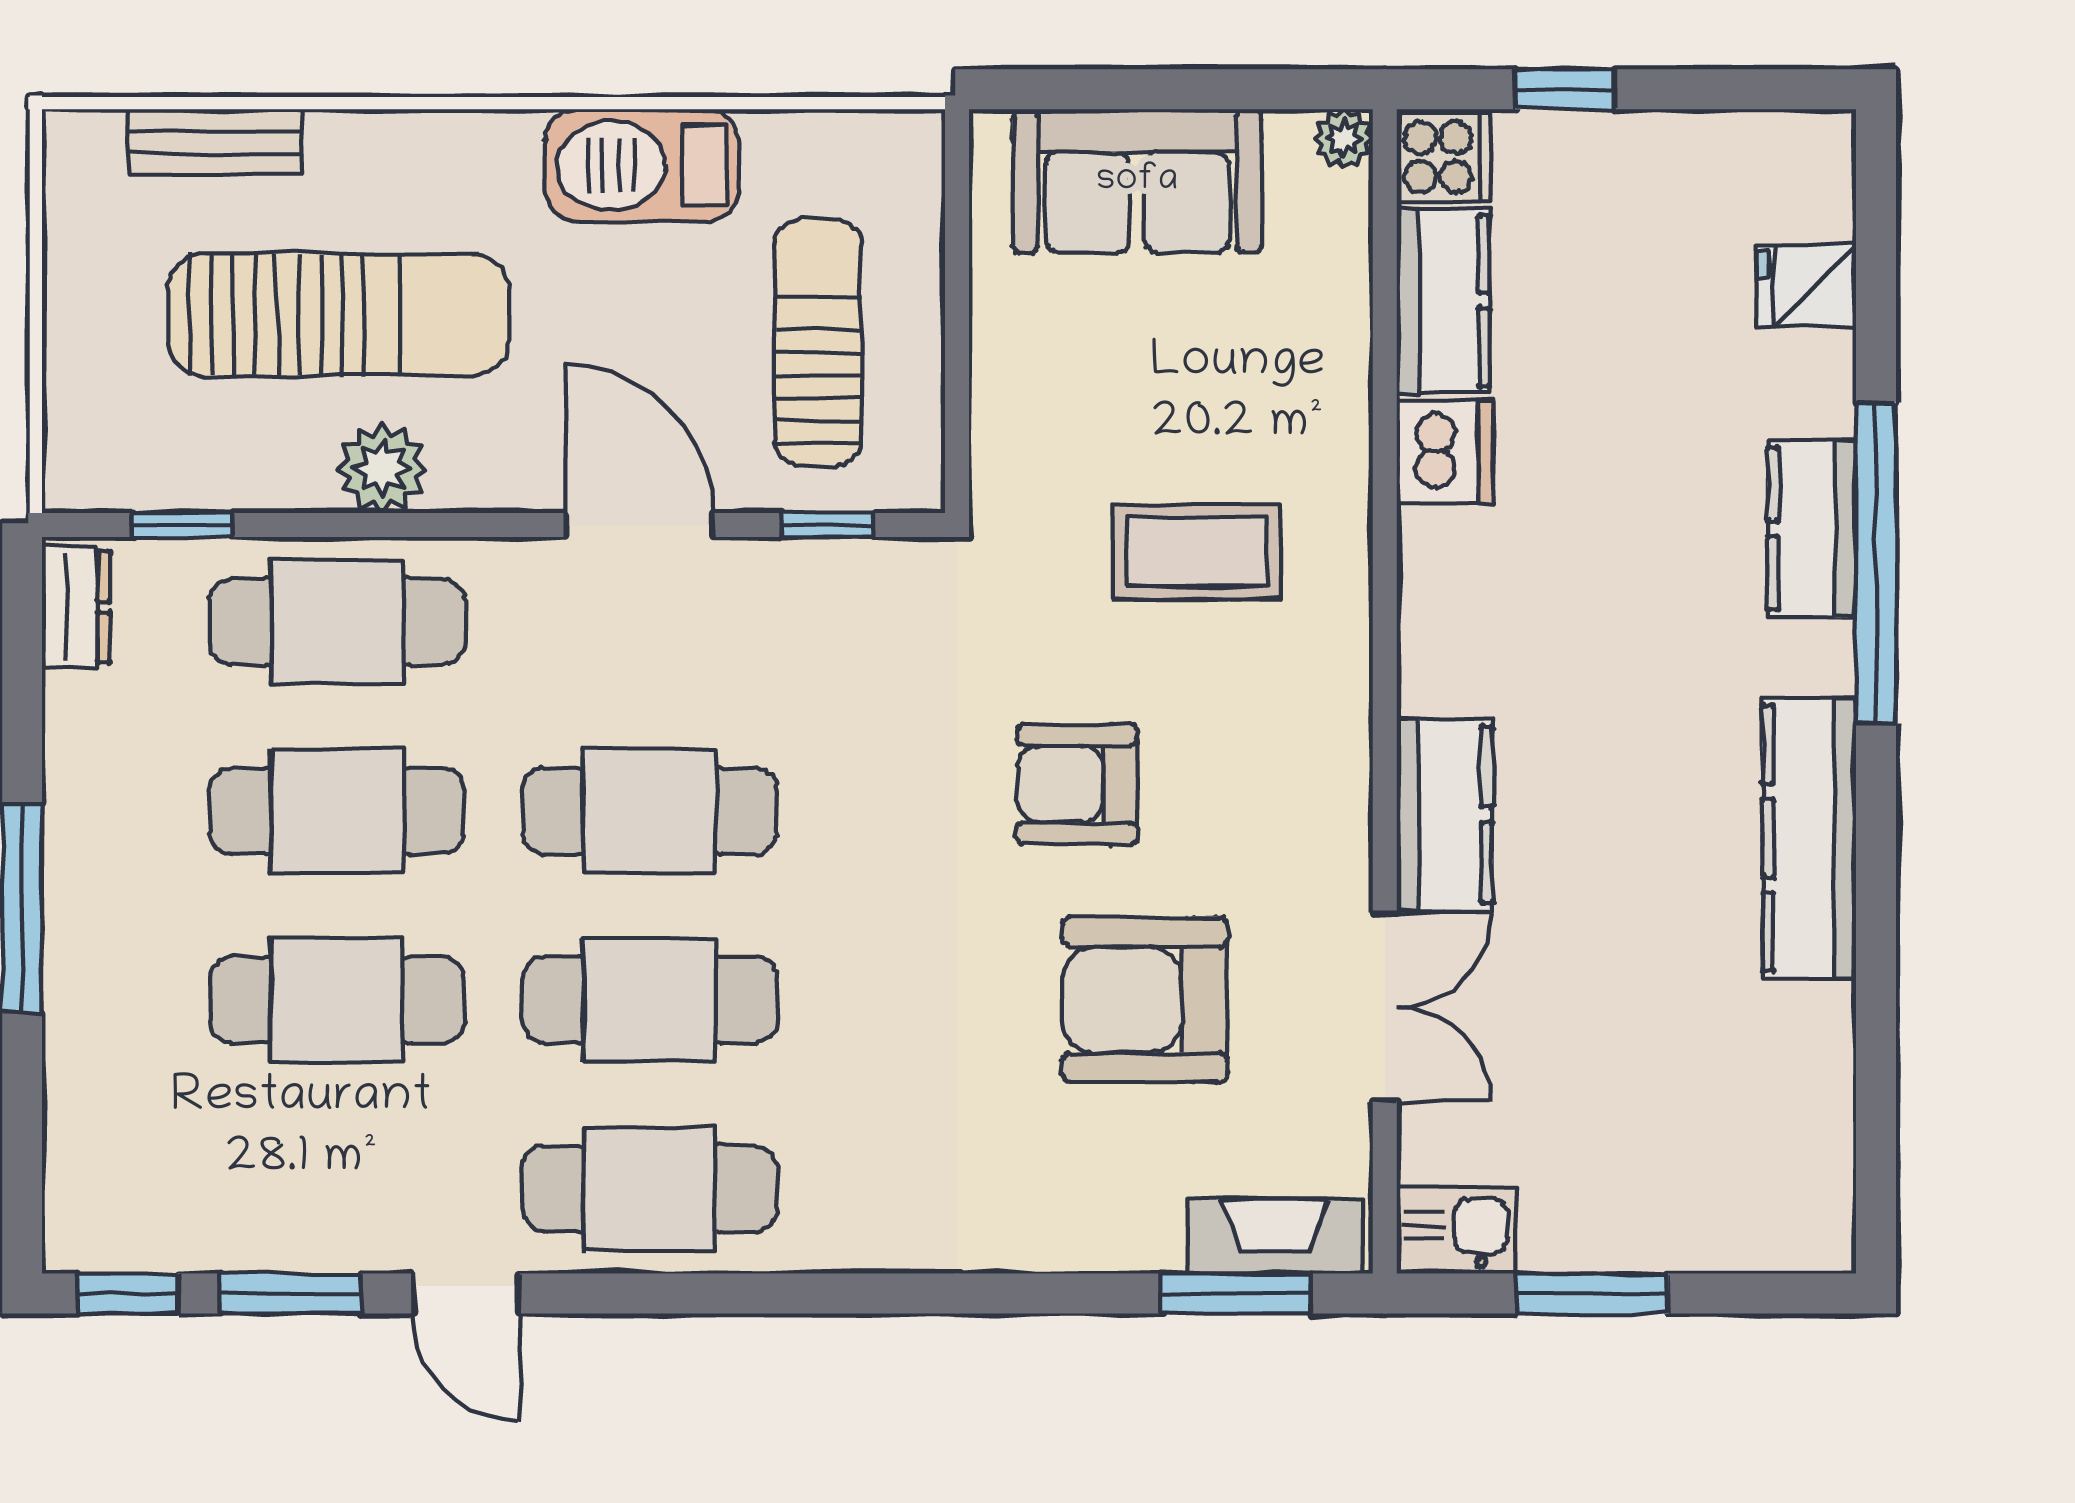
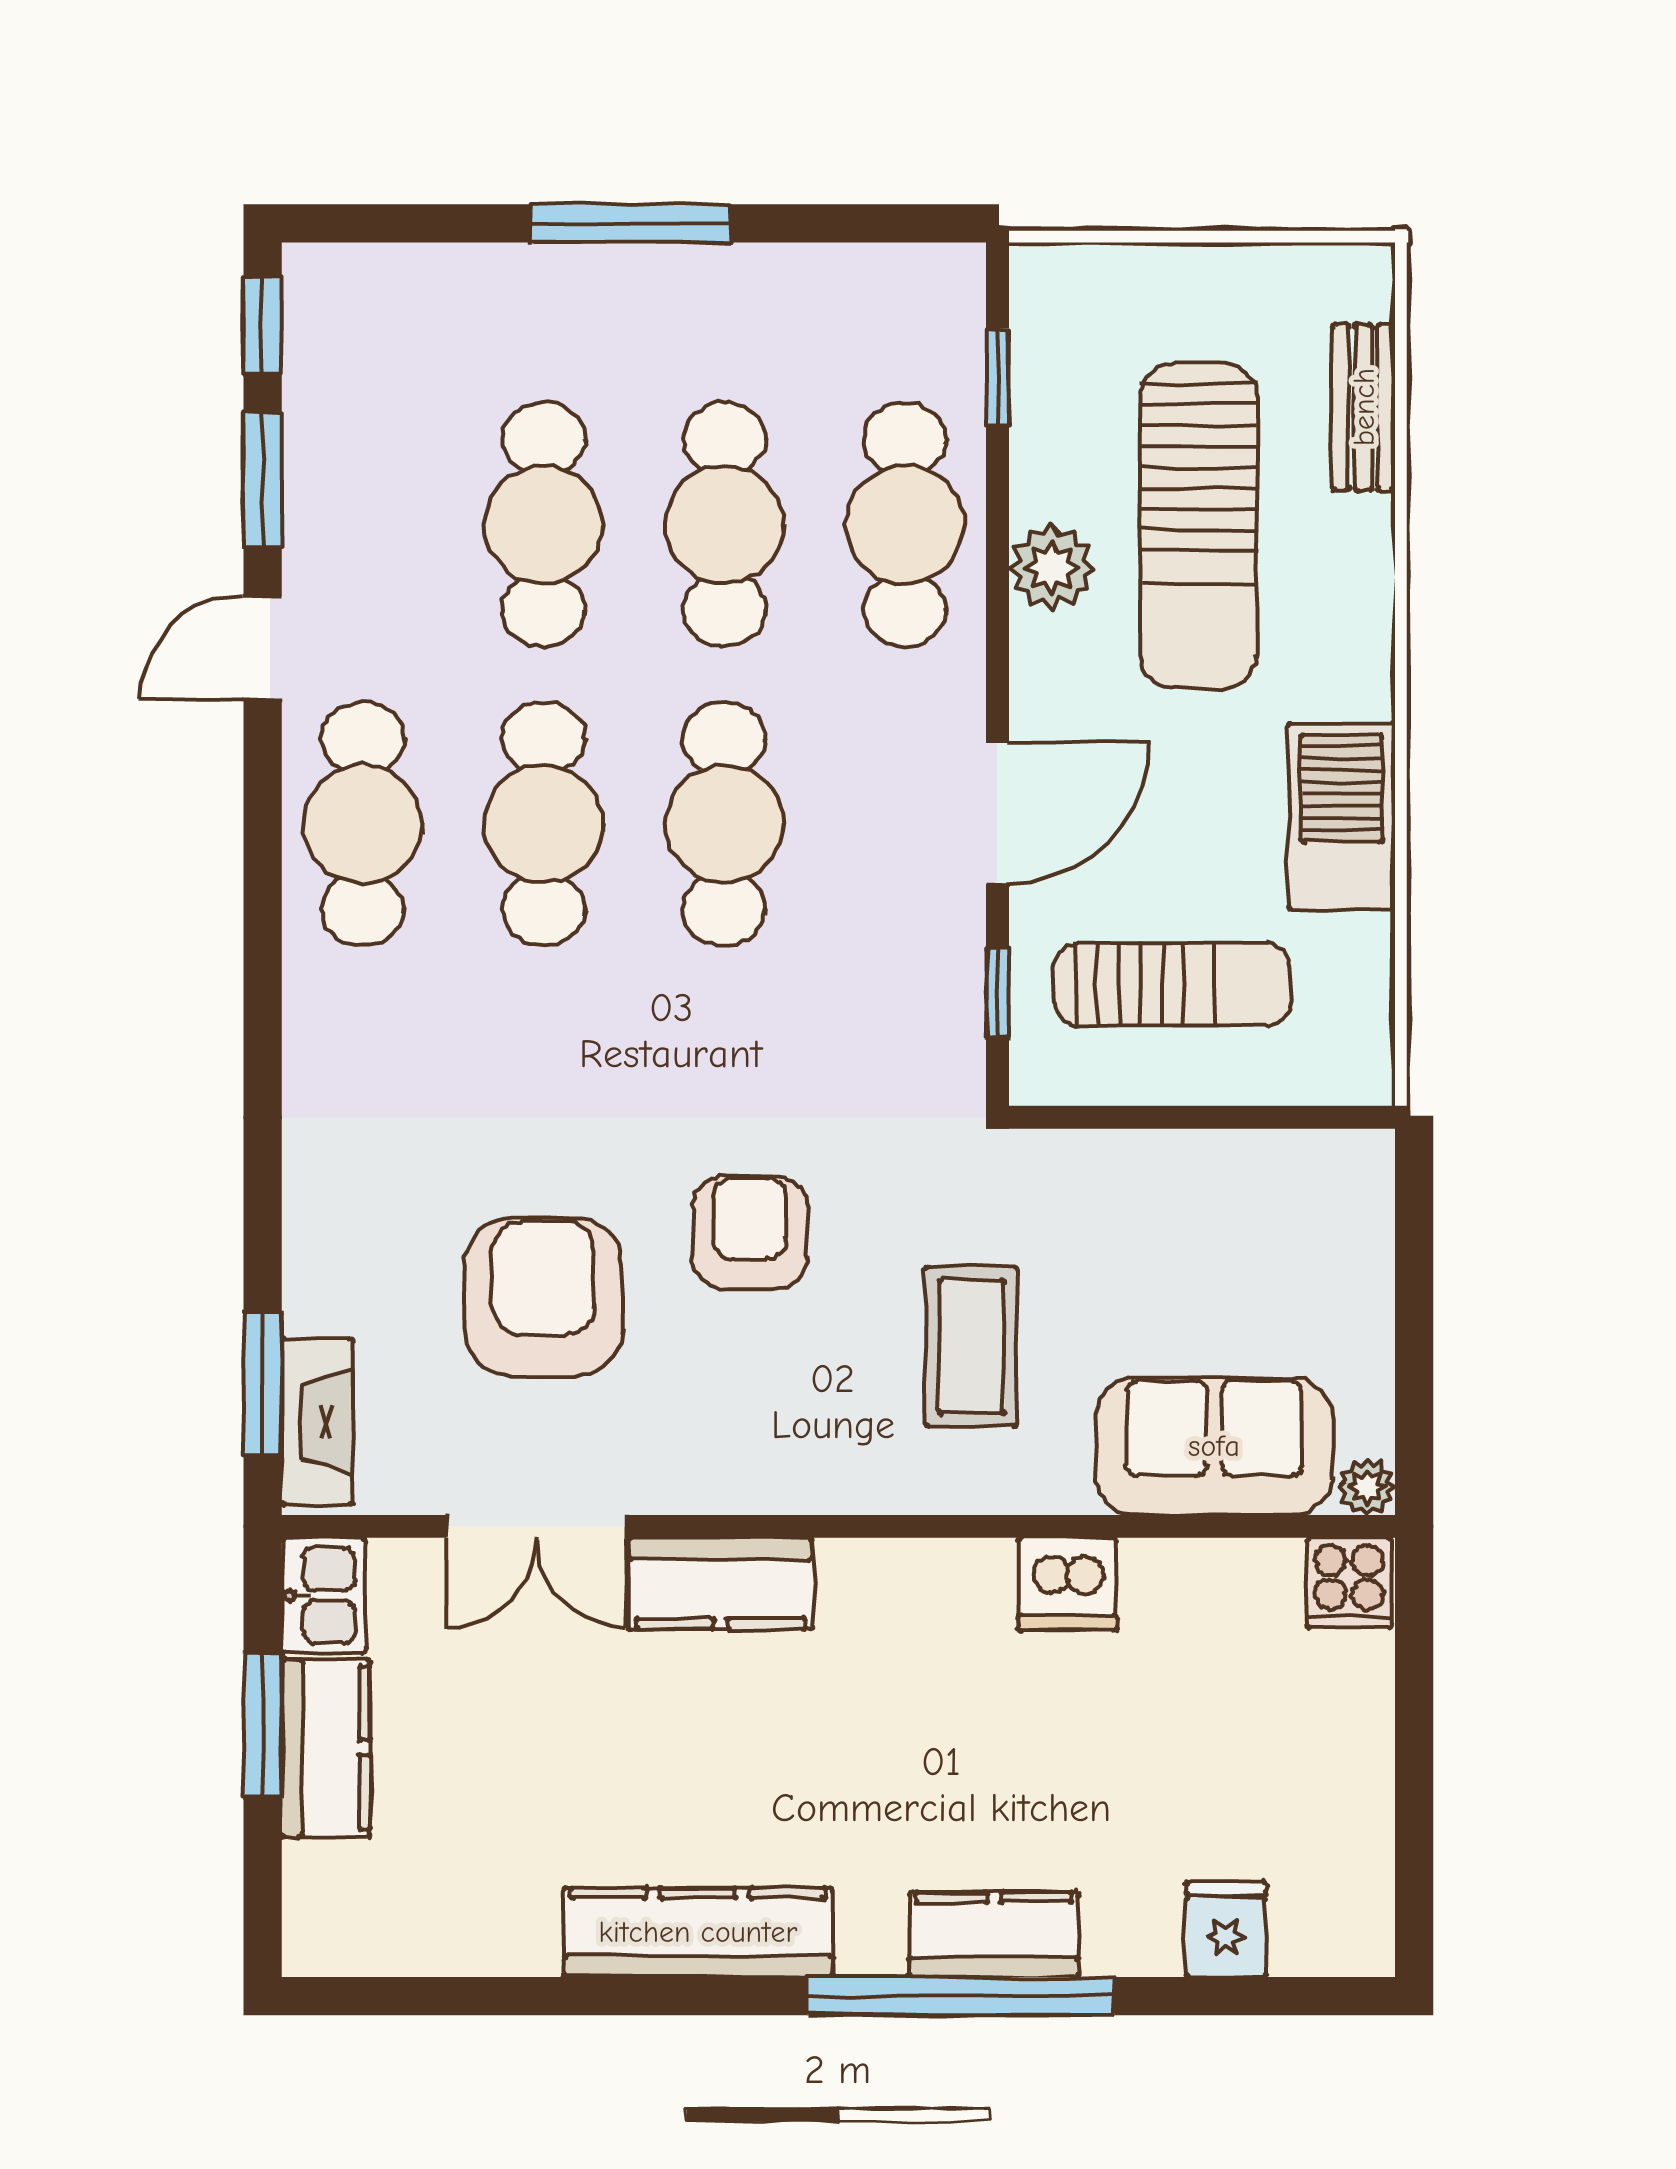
window: (1565, 89) -> (1414, 1699), removed
sofa: (1137, 181) -> (1214, 1446), moved, turned 90
kitchen counter: (1443, 301) -> (326, 1748), moved, turned -90
dresser: (76, 607) -> (919, 275), removed

